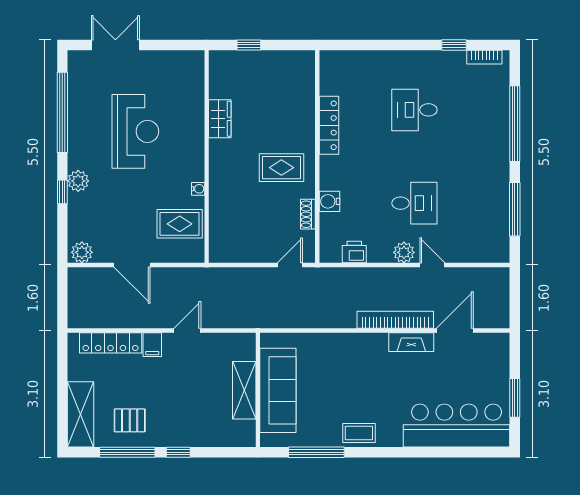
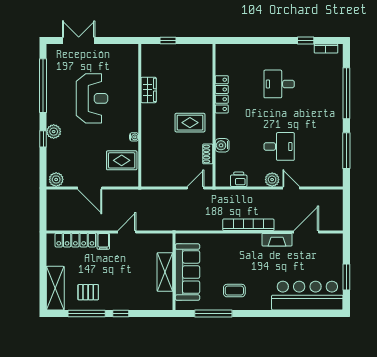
bookcase: (395, 320) -> (248, 225), moved
coffee table: (359, 433) -> (234, 291), moved

